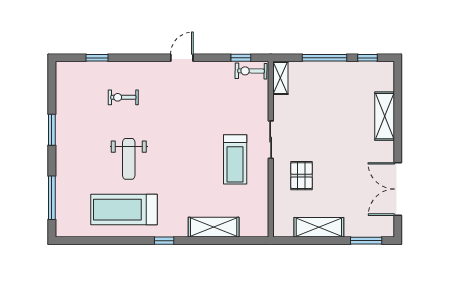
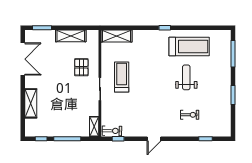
shelving: (214, 227) -> (117, 36), moved

